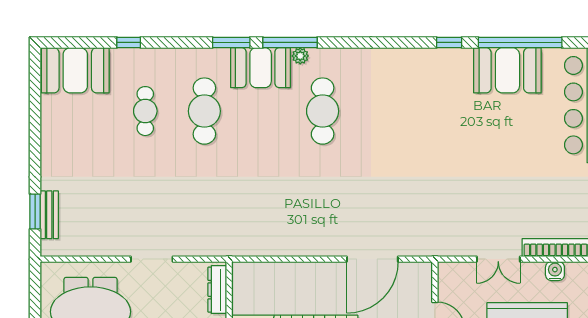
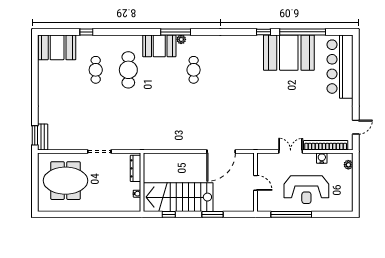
window: (231, 42) -> (143, 32), removed
booth: (507, 70) -> (289, 53), width x1.36, depth x1.42
cafe table: (323, 111) -> (194, 70), width x0.73, depth x0.74
window: (35, 211) -> (35, 135), moved
bench: (49, 215) -> (43, 137), moved
double door: (498, 259) -> (291, 152), swing flipped

